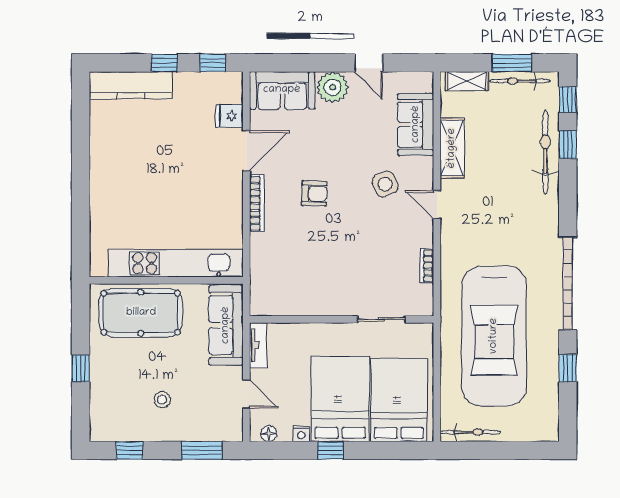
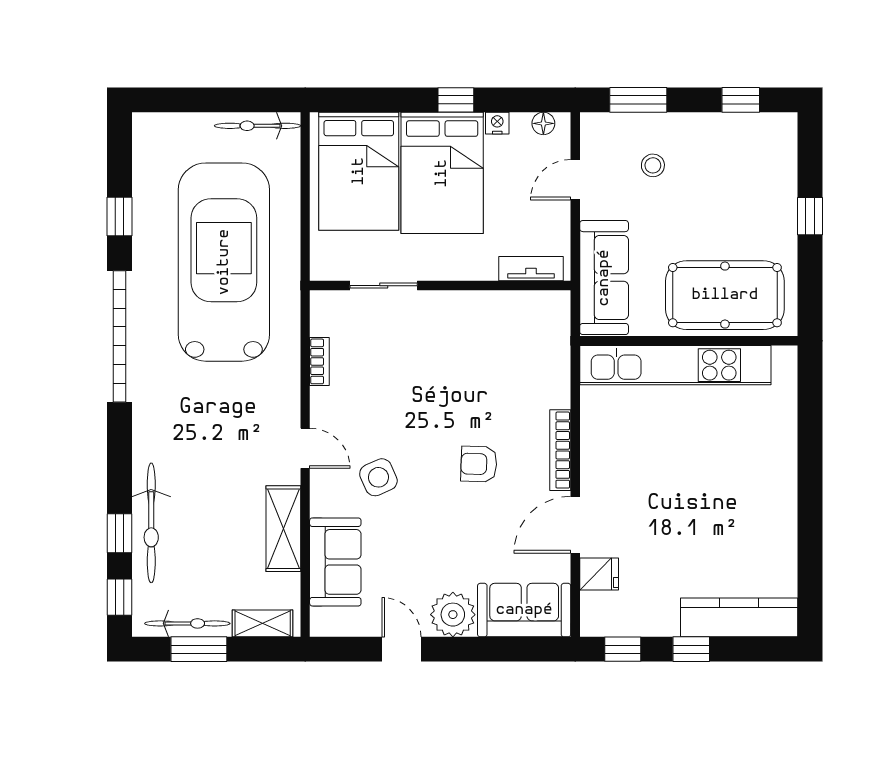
tv unit: (258, 345) -> (531, 269), moved, turned 90
door: (246, 394) -> (575, 180), hinge flipped
stool: (162, 400) -> (653, 165), moved

